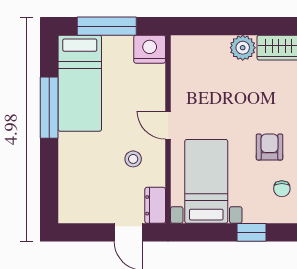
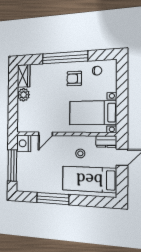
bed: (80, 83) -> (89, 179), moved, turned 180
door: (168, 125) -> (45, 134), moved
window: (251, 232) -> (122, 87), removed

